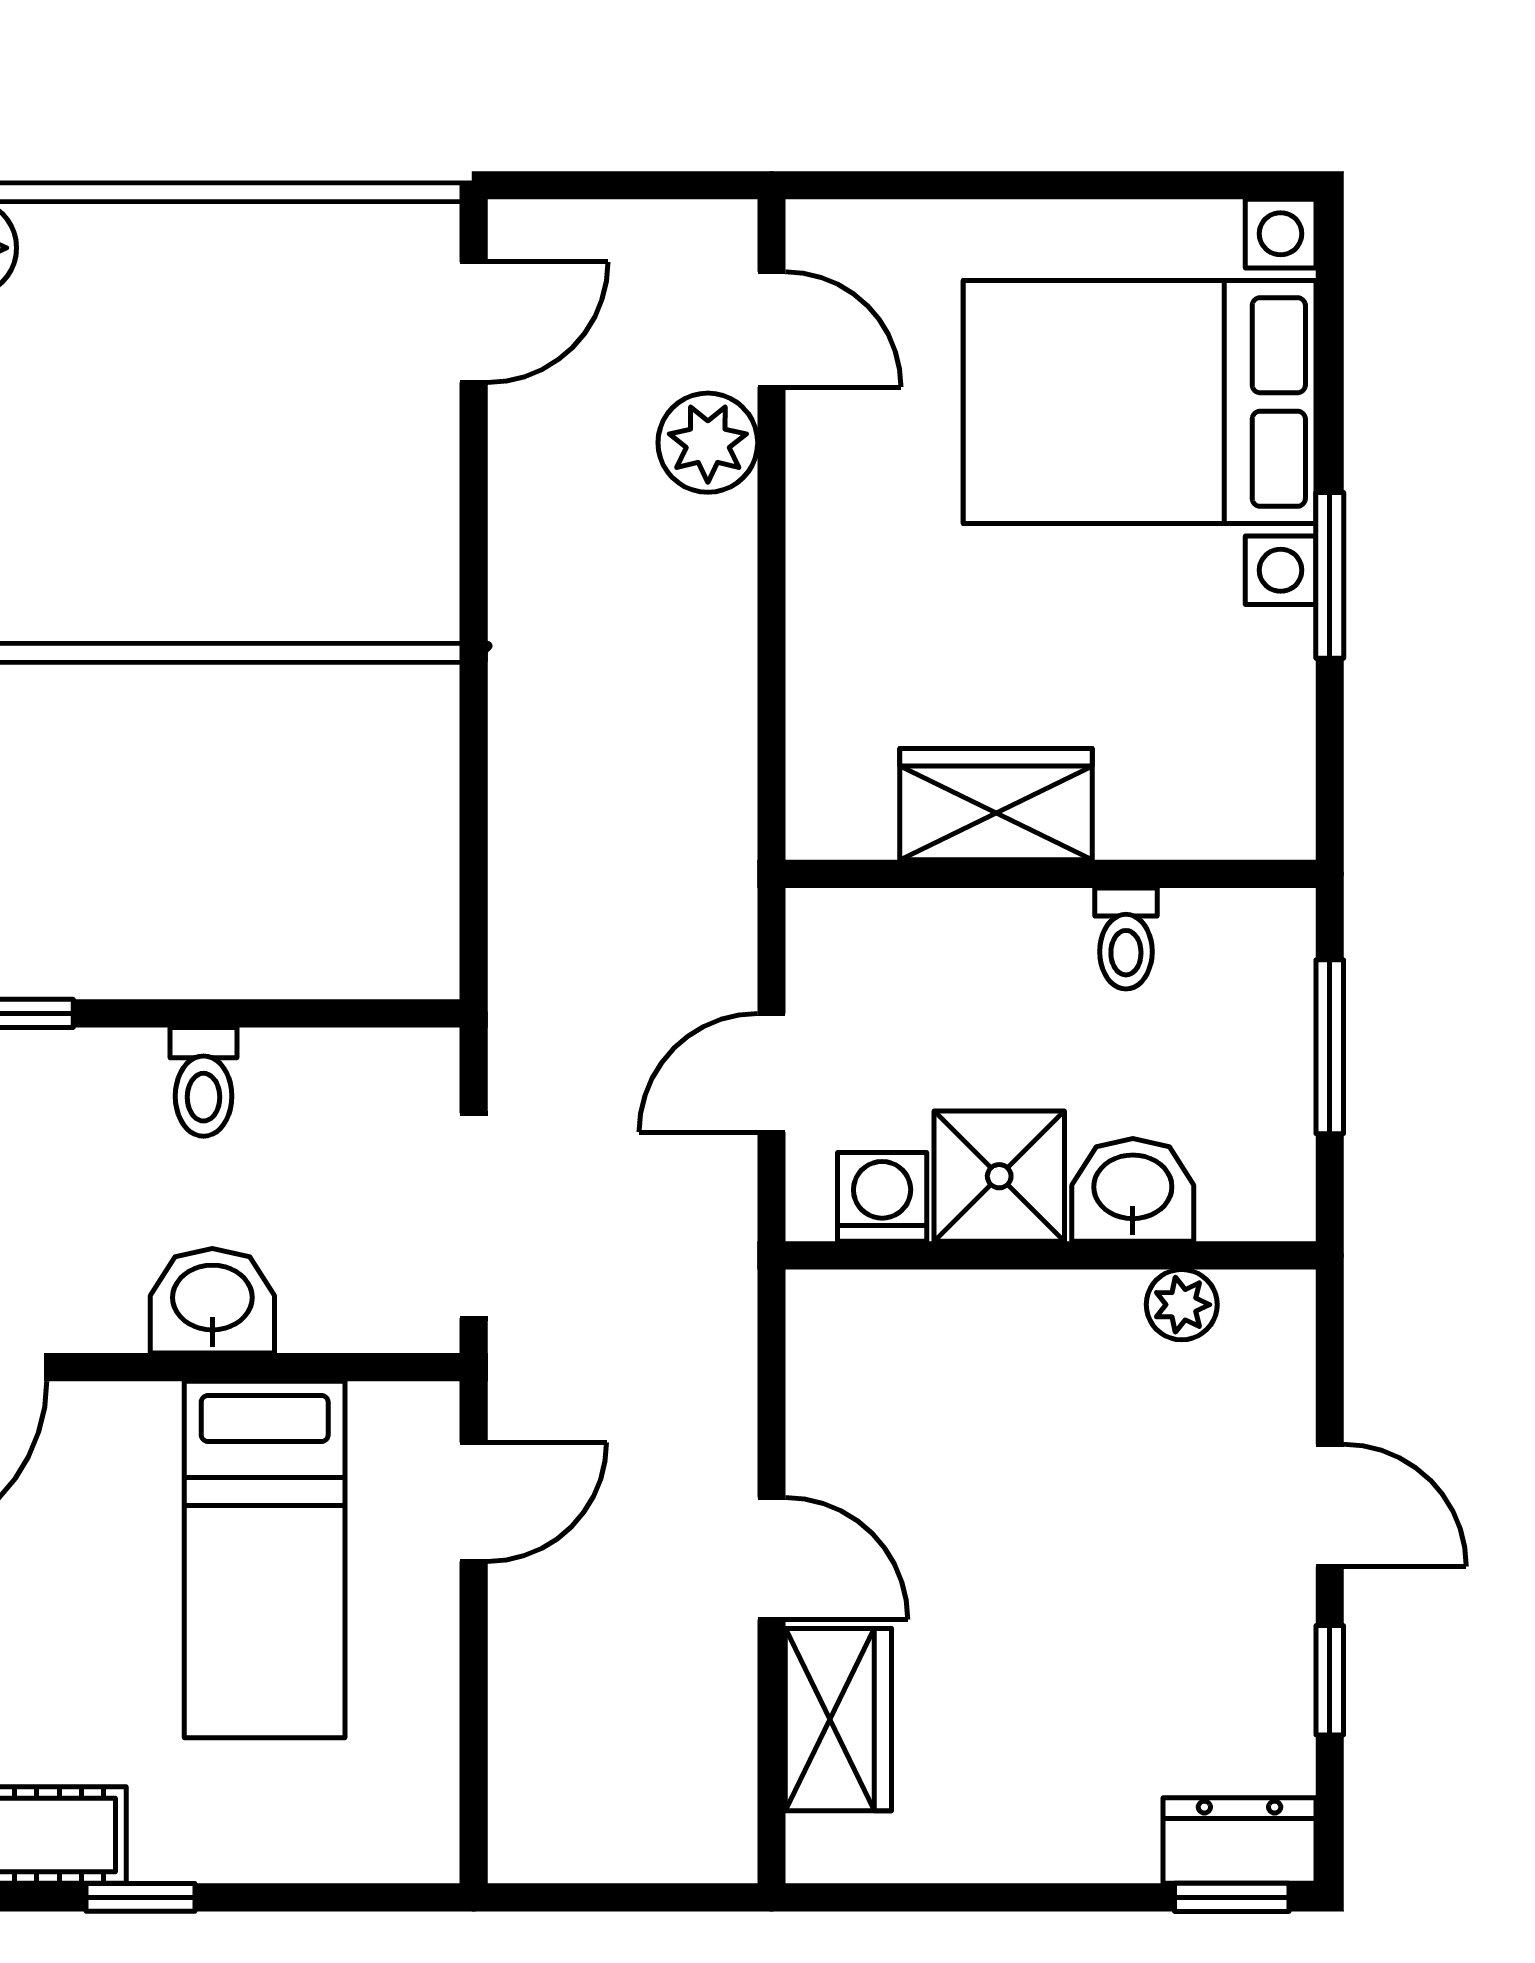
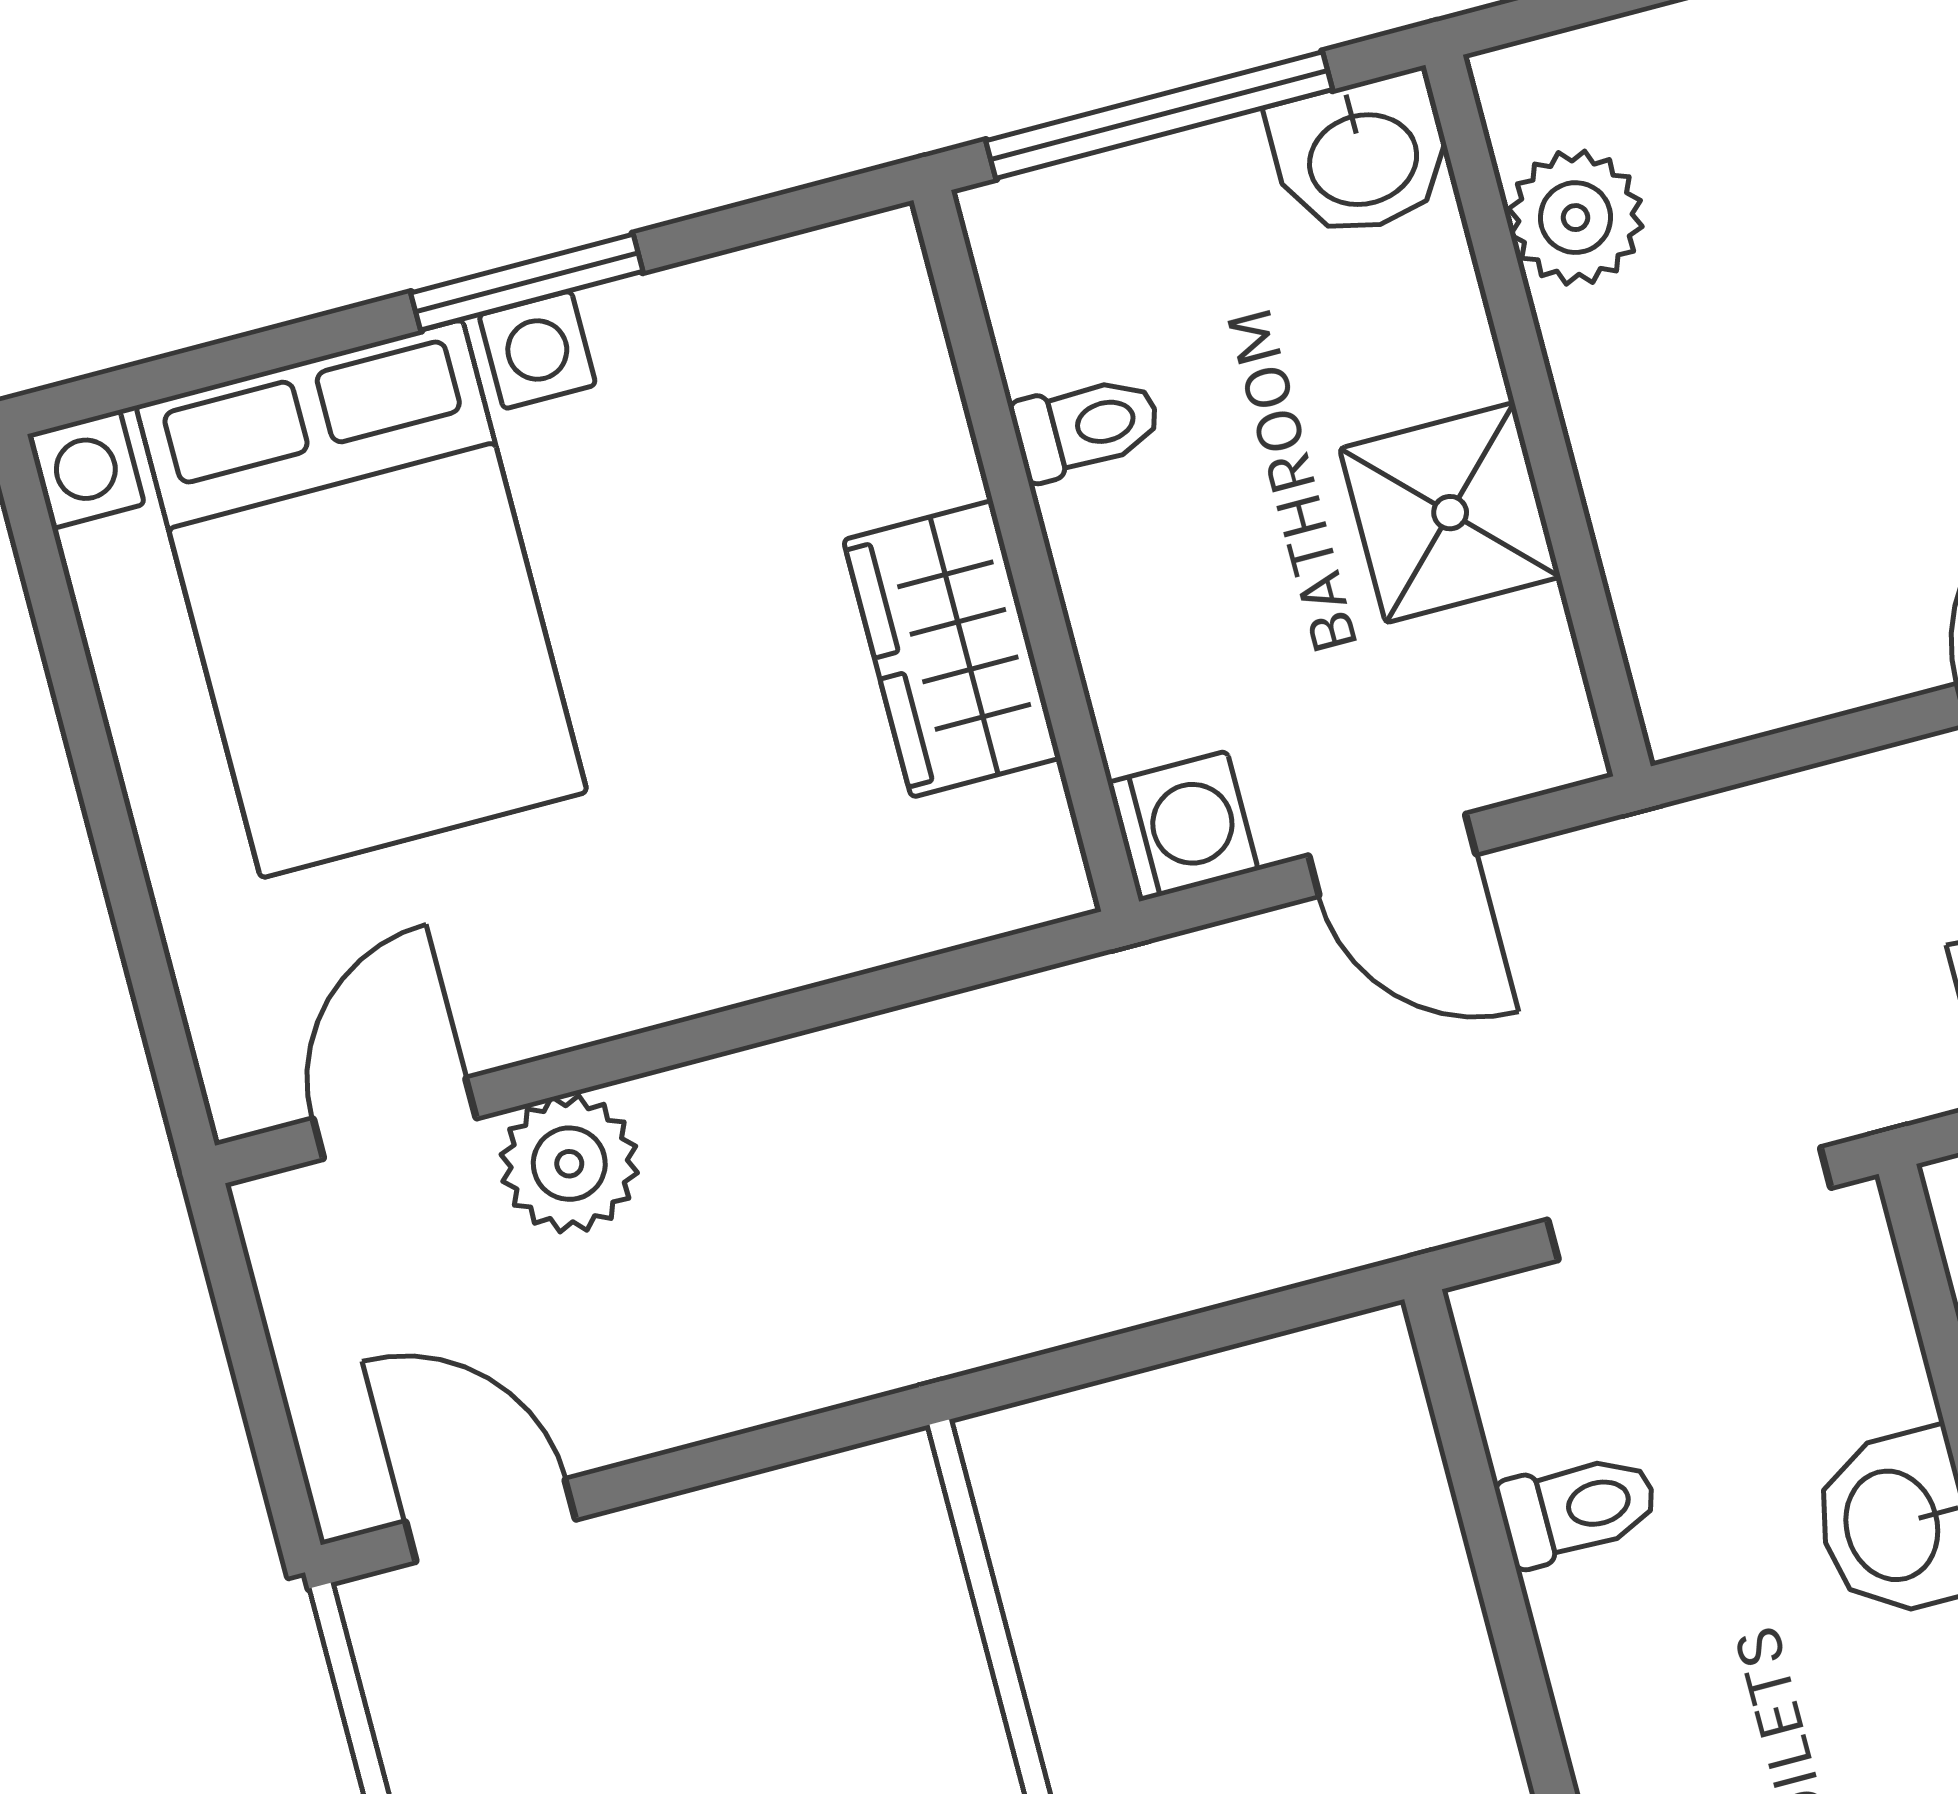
window: (1330, 1047) -> (1159, 115), width x1.44
toilet: (204, 1082) -> (1578, 1509), moved
washbasin: (1133, 1190) -> (1362, 155), moved, turned -90
washing machine: (882, 1197) -> (1183, 826), moved, turned 180
plant: (1182, 1305) -> (1576, 218), width x1.38, depth x1.38

